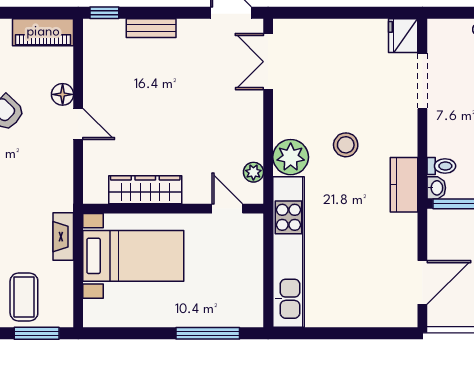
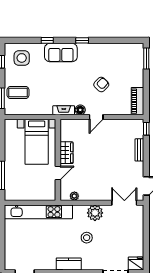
floor lamp: (63, 94) -> (80, 110), moved
plant: (291, 157) -> (95, 213), moved
wardrobe: (145, 190) -> (66, 153), width x0.67
door: (227, 209) -> (58, 173), moved
fireplace: (63, 237) -> (64, 110), moved

